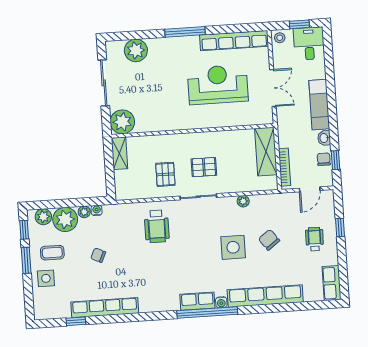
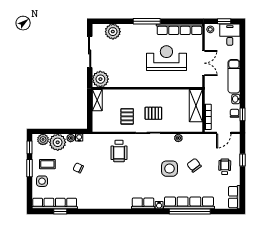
row of seats: (105, 308) -> (55, 203), moved
window: (207, 313) -> (190, 211), moved

